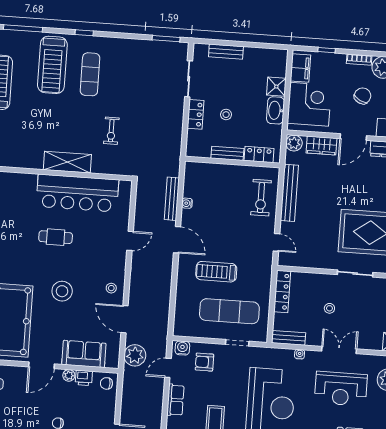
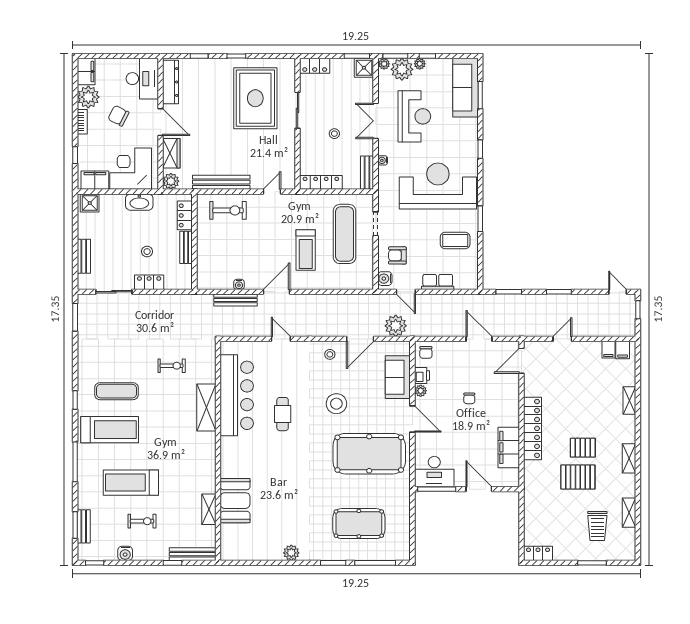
shower: (276, 87) -> (90, 203), moved
armchair: (204, 362) -> (397, 255), turned 90

